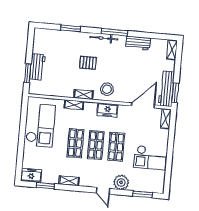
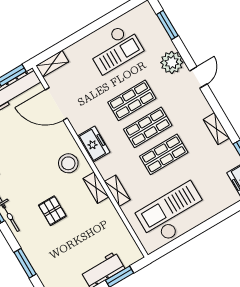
checkout: (150, 158) -> (115, 49), turned 90

